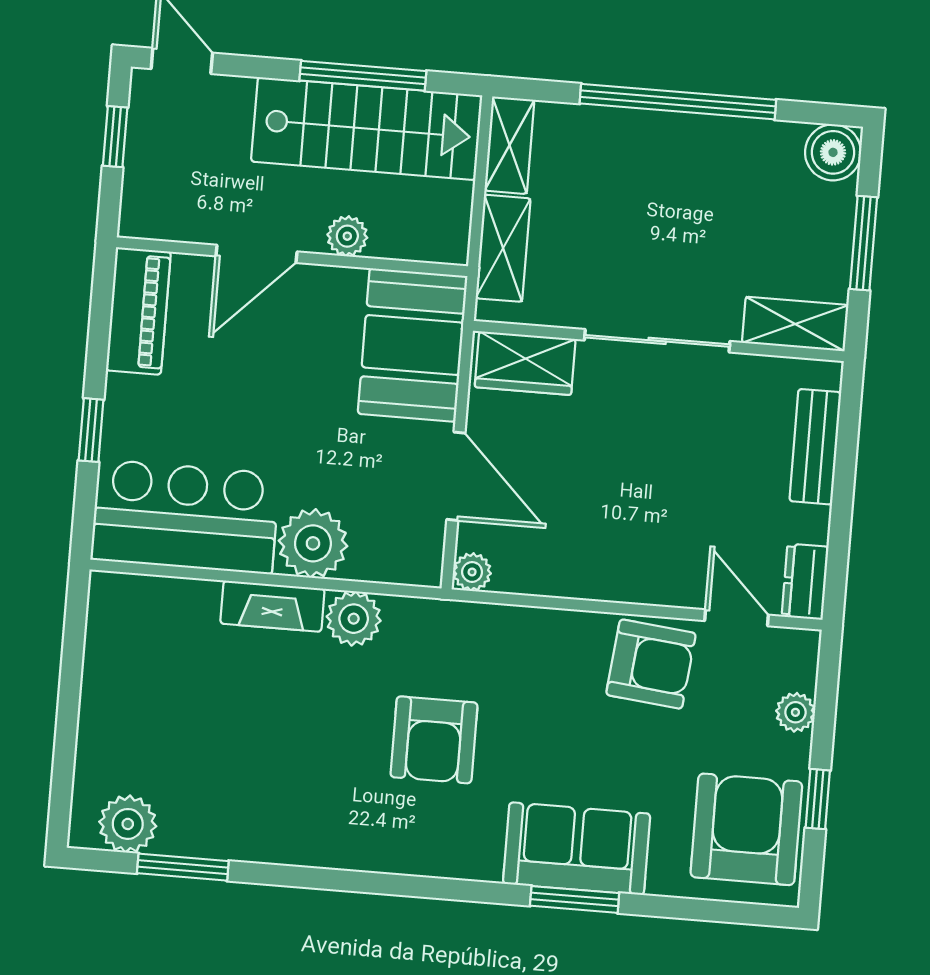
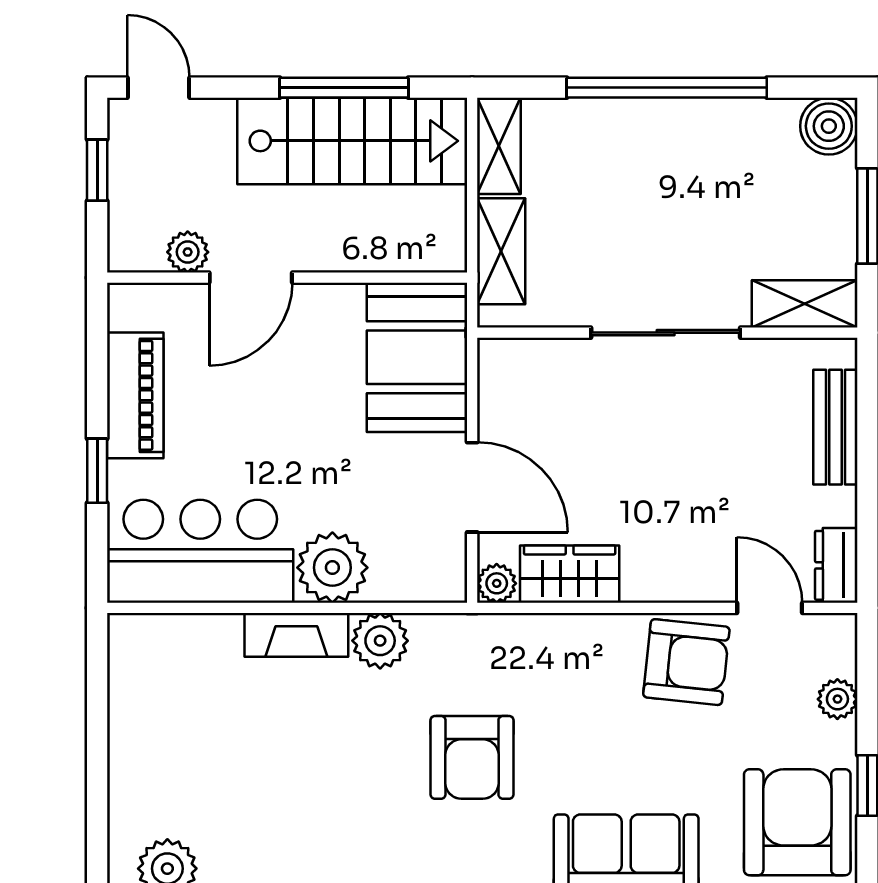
plant: (347, 236) -> (188, 252), moved
piano: (138, 311) -> (135, 395), moved
wardrobe: (525, 363) -> (570, 574), moved, turned 180

